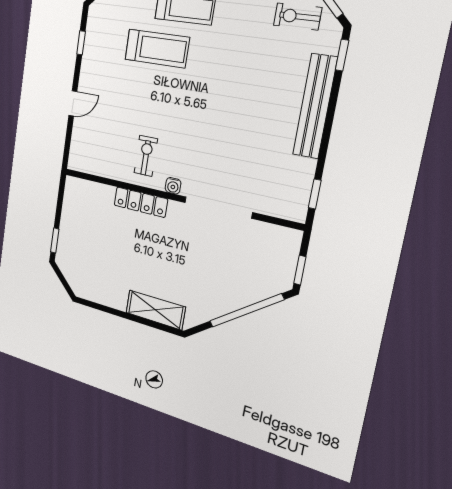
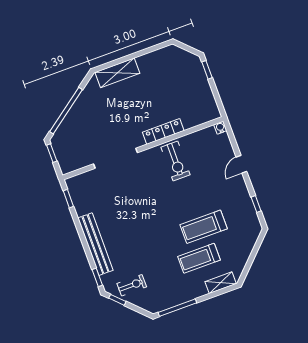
exercise bike: (146, 156) -> (175, 161), width x1.38, depth x1.39
water cooler: (173, 186) -> (220, 128), moved

